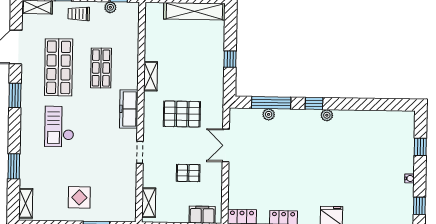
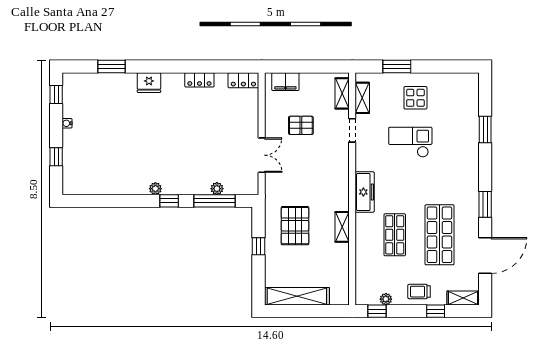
trolley: (79, 14) -> (419, 292), turned 180
pallet: (182, 114) -> (295, 226), moved, turned 90
checkout: (59, 127) -> (410, 142), moved, turned -90
doorway: (140, 152) -> (352, 130), moved
shelving: (26, 203) -> (362, 98), moved

